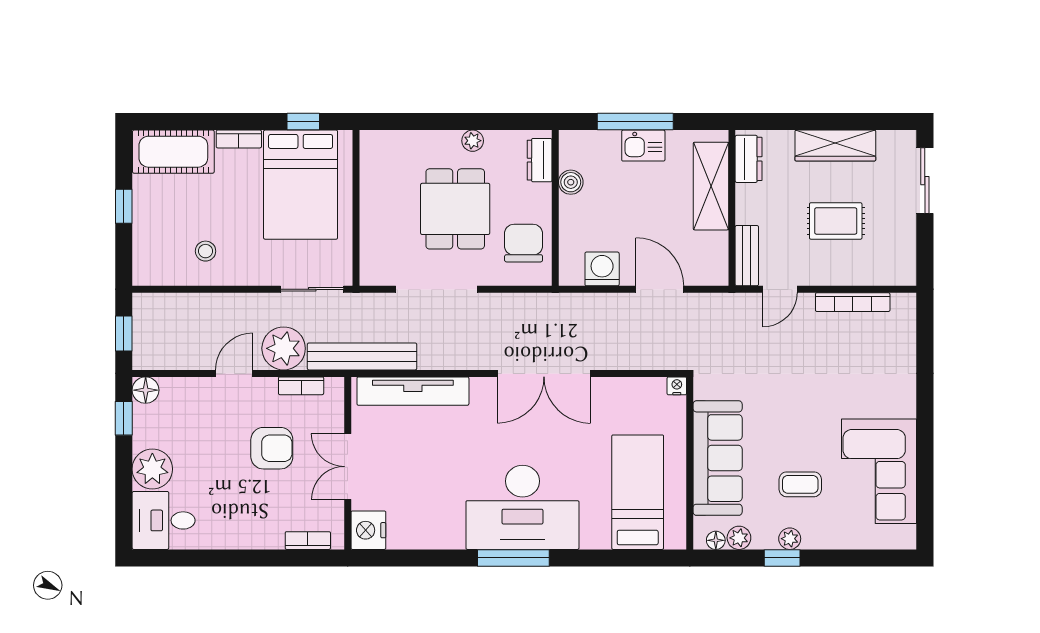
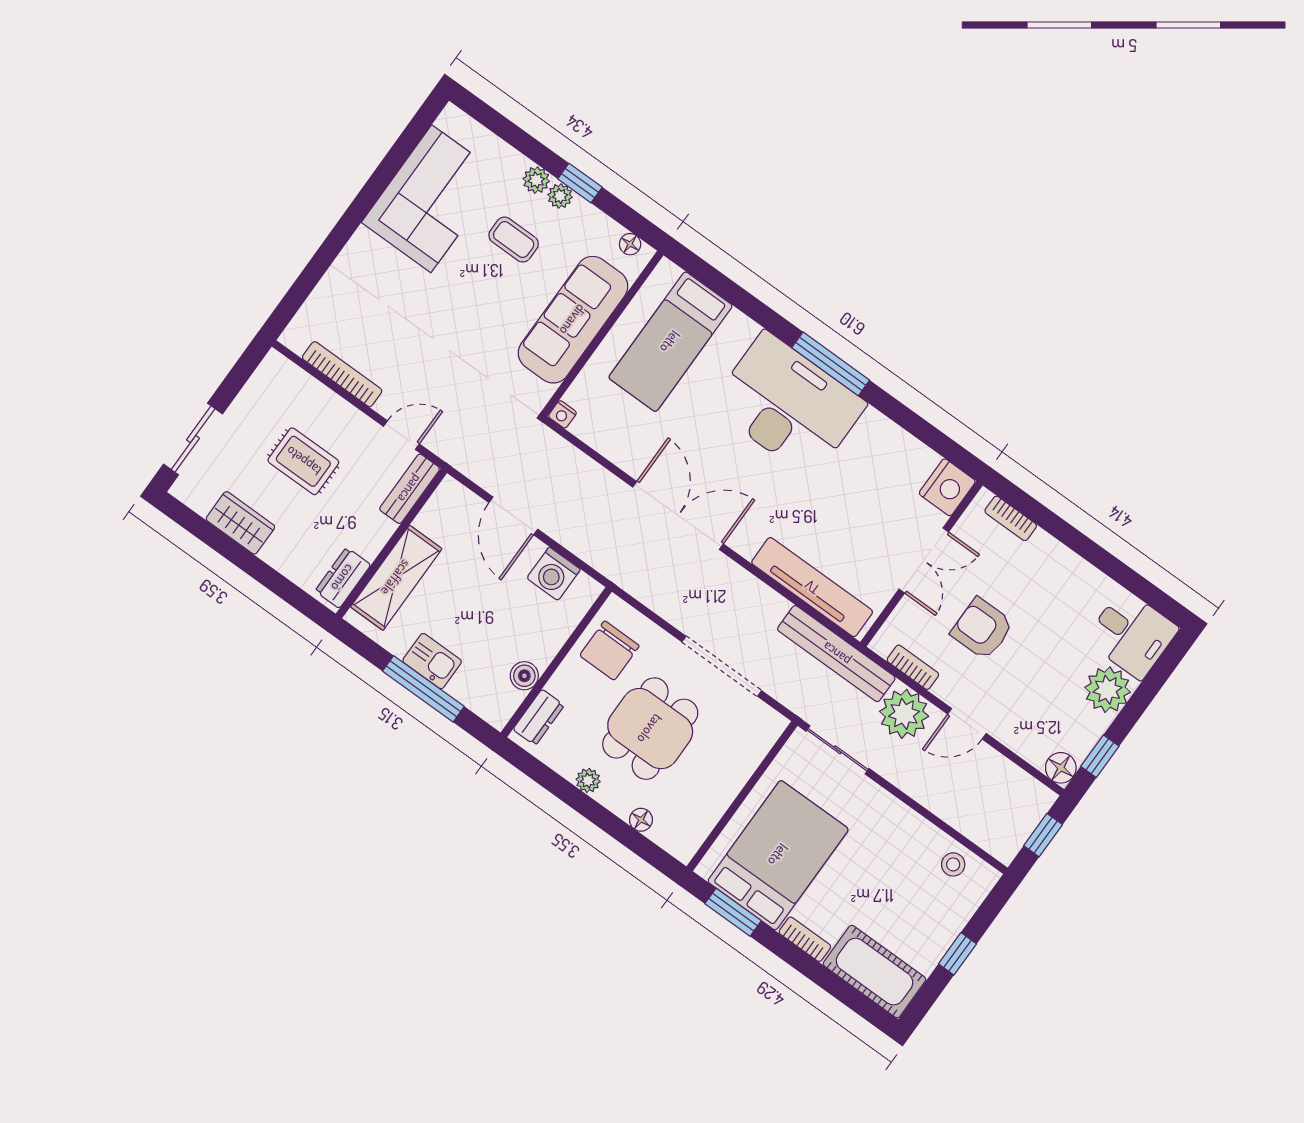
window: (303, 122) -> (733, 912), width x1.50
floor lamp: (415, 140) -> (641, 820), added
wardrobe: (835, 146) -> (240, 523), width x0.67
stool: (206, 251) -> (953, 864), moved
plant: (739, 538) -> (536, 180), moved

